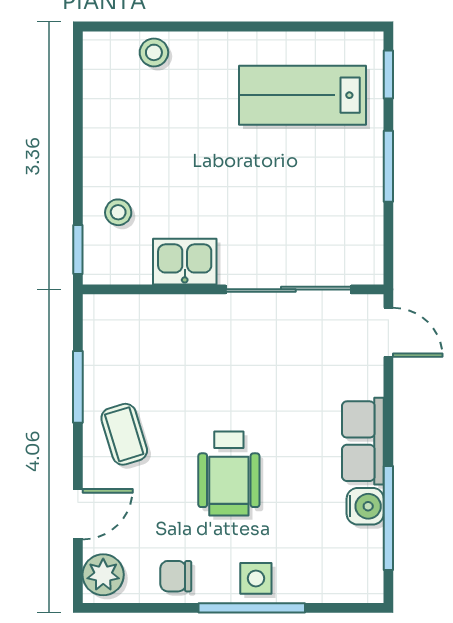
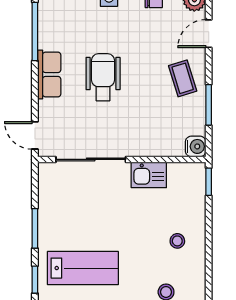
stool: (118, 212) -> (177, 241), moved
wheelchair: (229, 473) -> (103, 77), moved
water cooler: (365, 506) -> (196, 146), moved, turned 180

